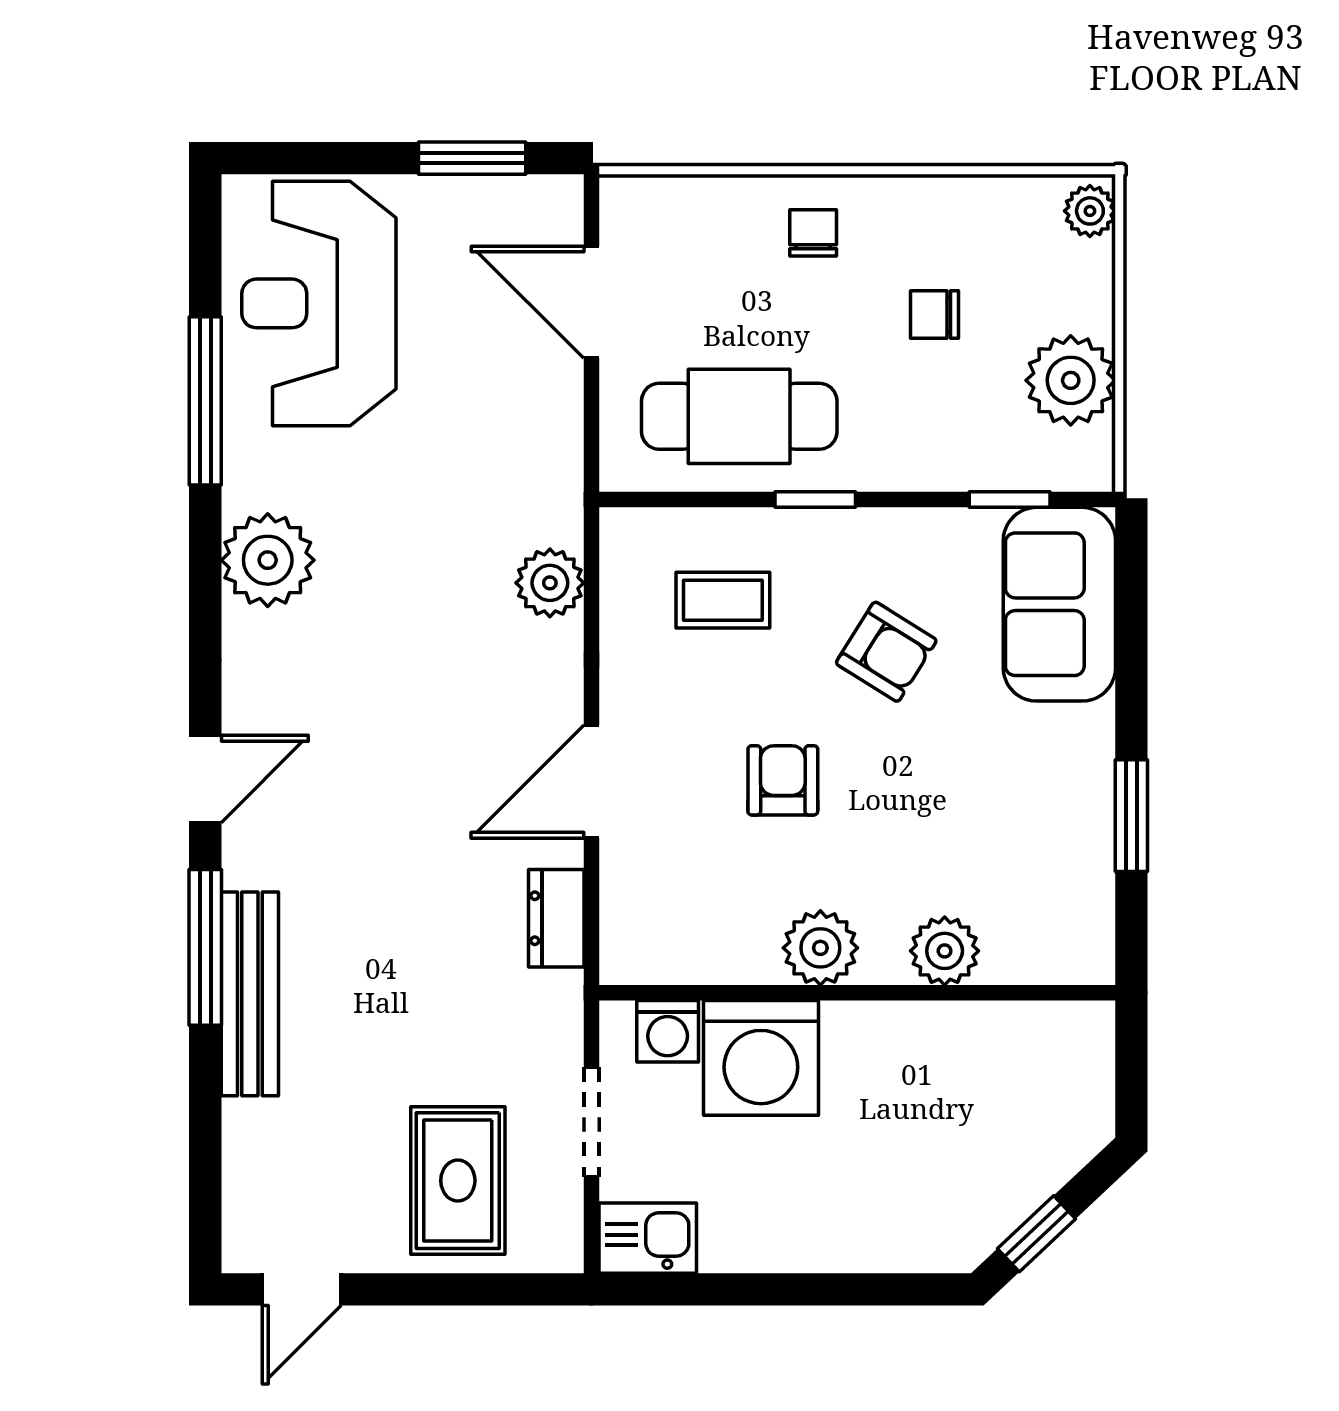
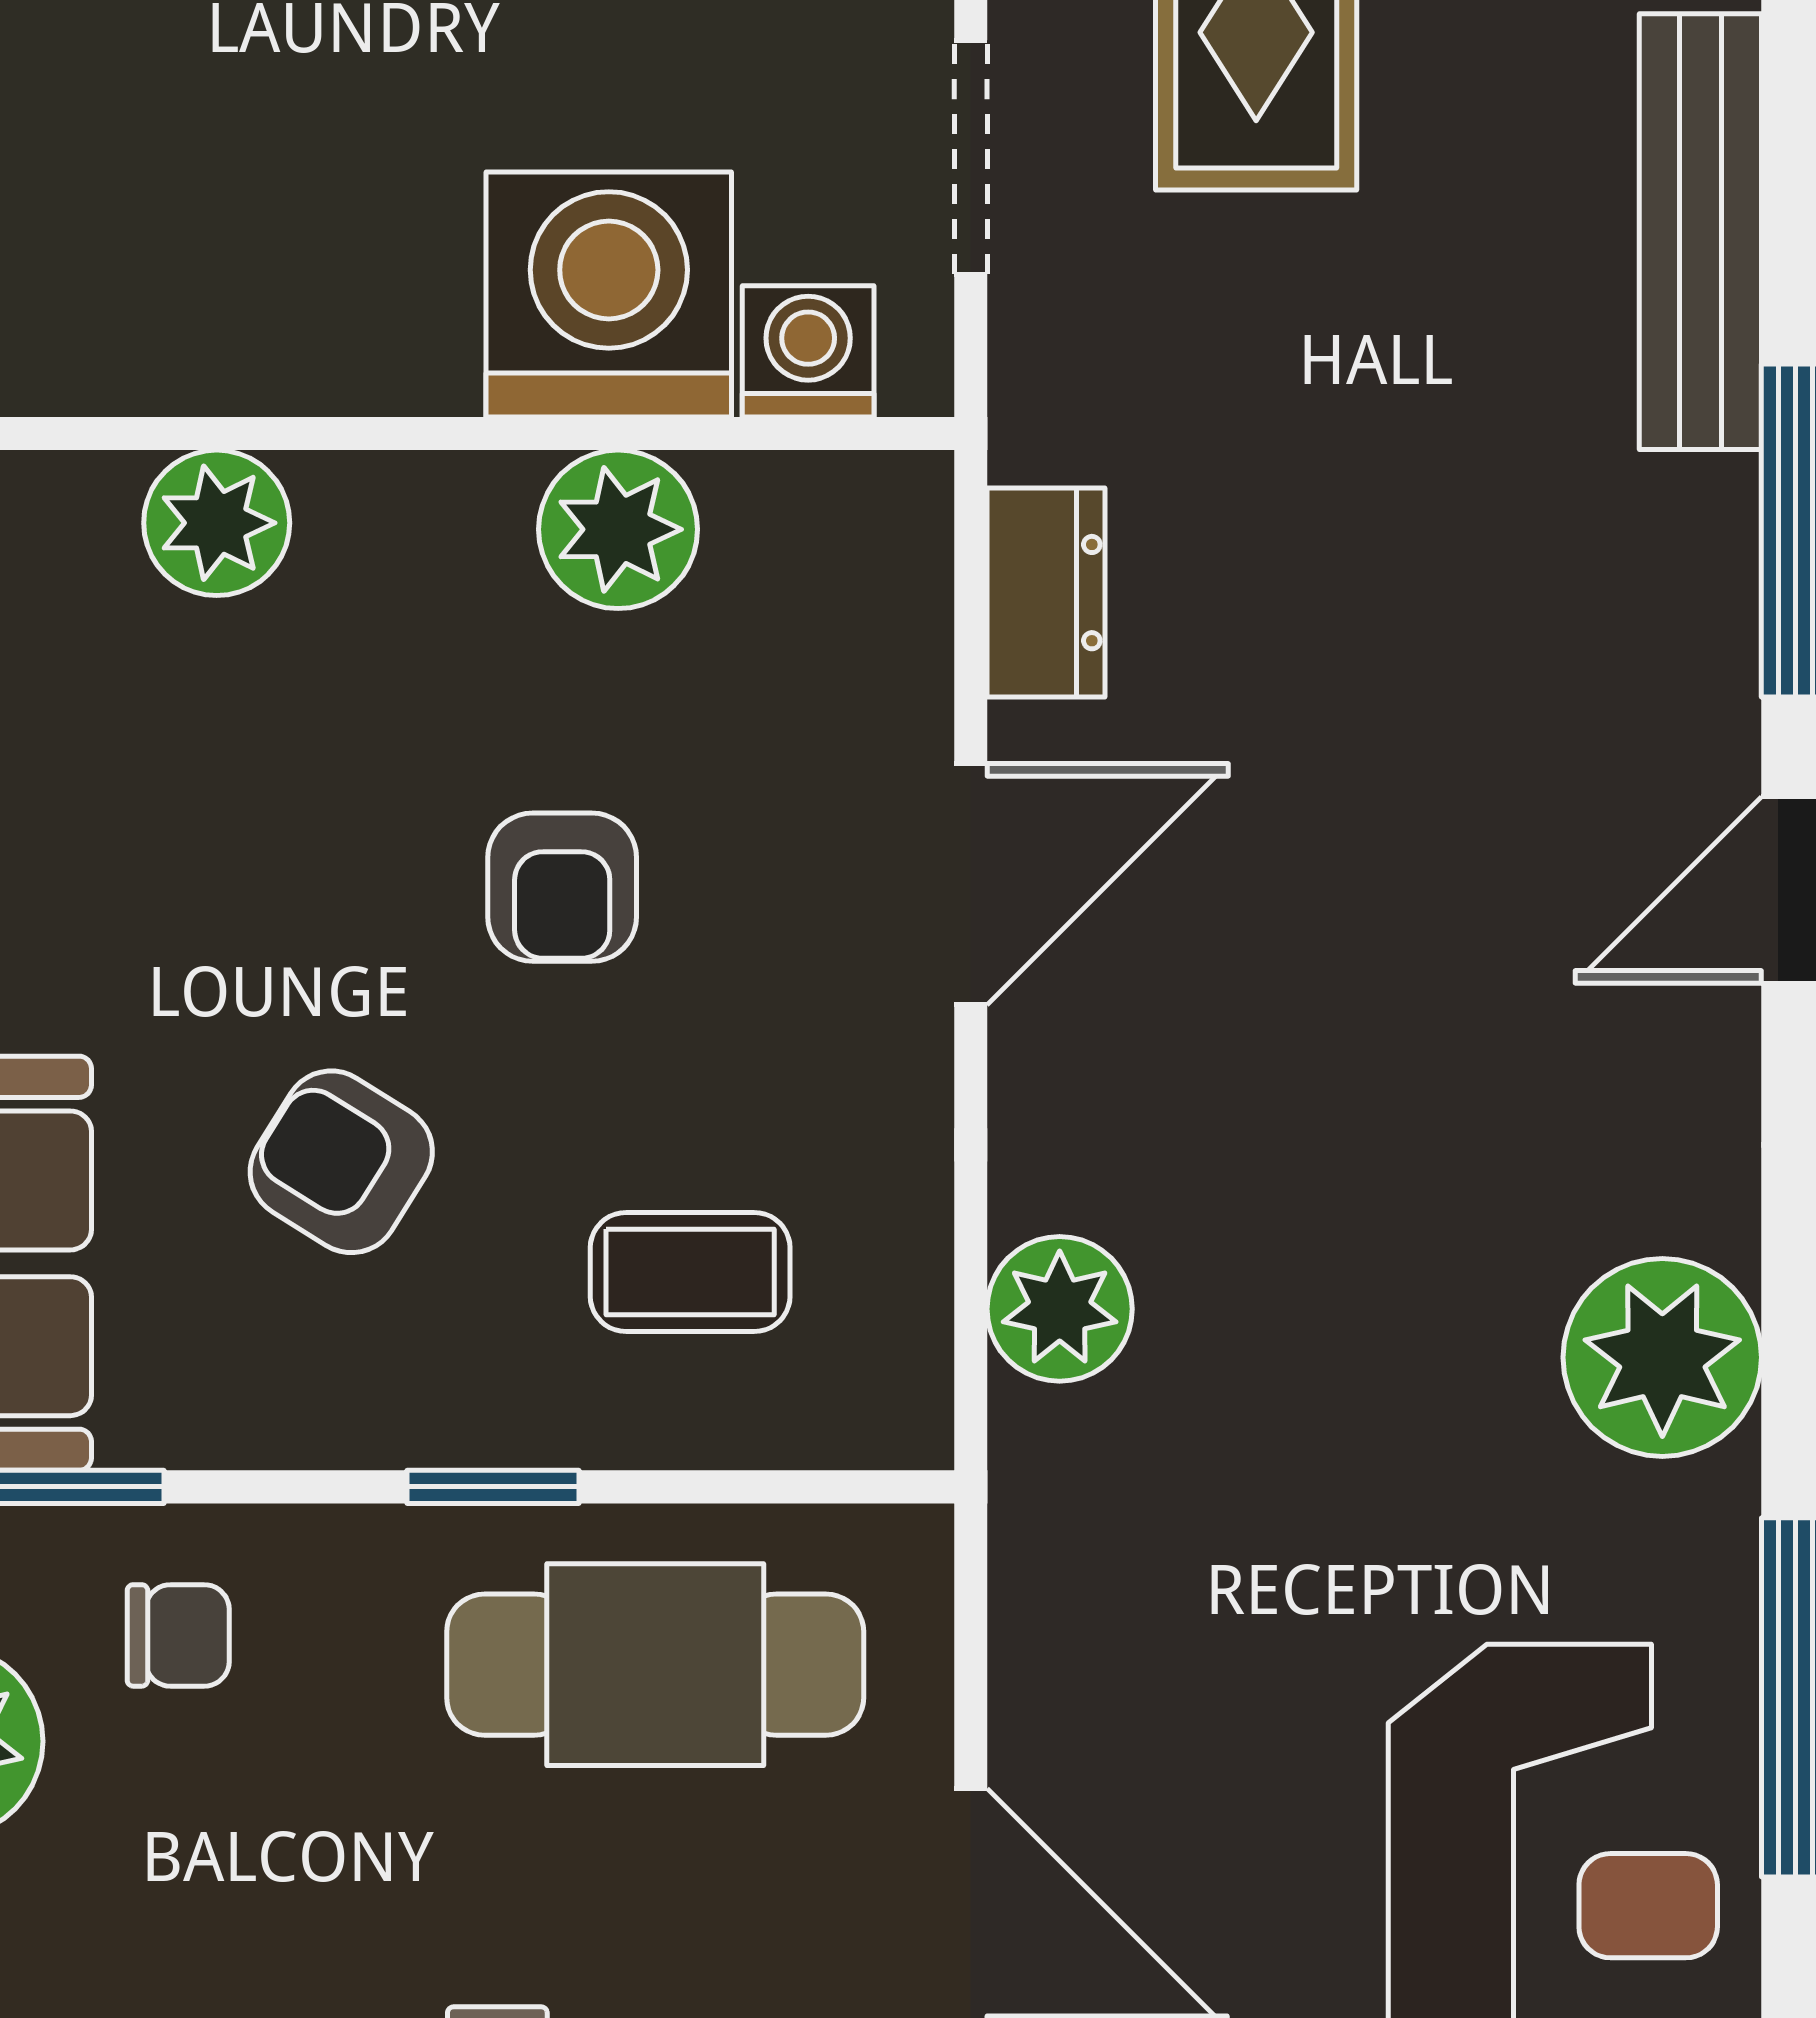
chair: (935, 314) -> (178, 1635), moved
plant: (820, 948) -> (618, 529), moved
bench: (250, 994) -> (1700, 232), moved

